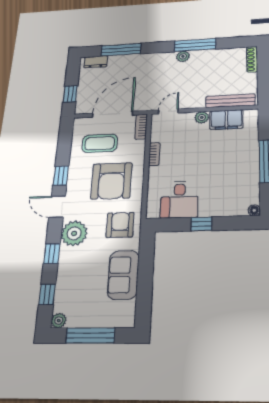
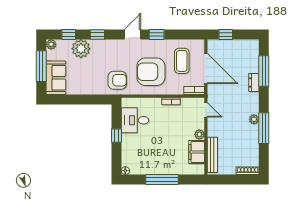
dresser: (96, 62) -> (254, 83), moved
plant: (74, 233) -> (81, 49), moved
sofa: (123, 275) -> (56, 78), moved, turned 90

